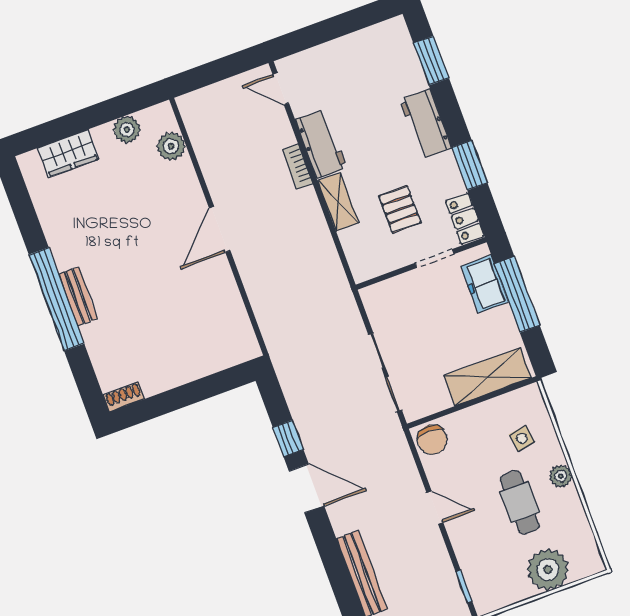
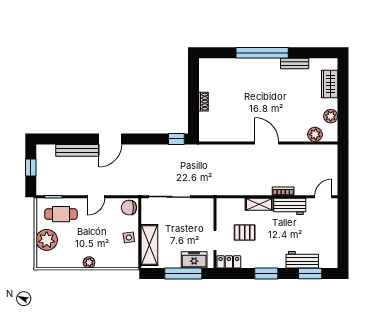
workbench: (426, 124) -> (302, 260), moved
window: (470, 165) -> (266, 274), moved
bench: (78, 296) -> (295, 64), moved
shoe rack: (124, 397) -> (204, 102), moved
window: (288, 438) -> (176, 139), moved
side table: (522, 438) -> (129, 237), moved
door: (307, 488) -> (110, 139), moved
cafe table: (520, 502) -> (61, 214), moved

